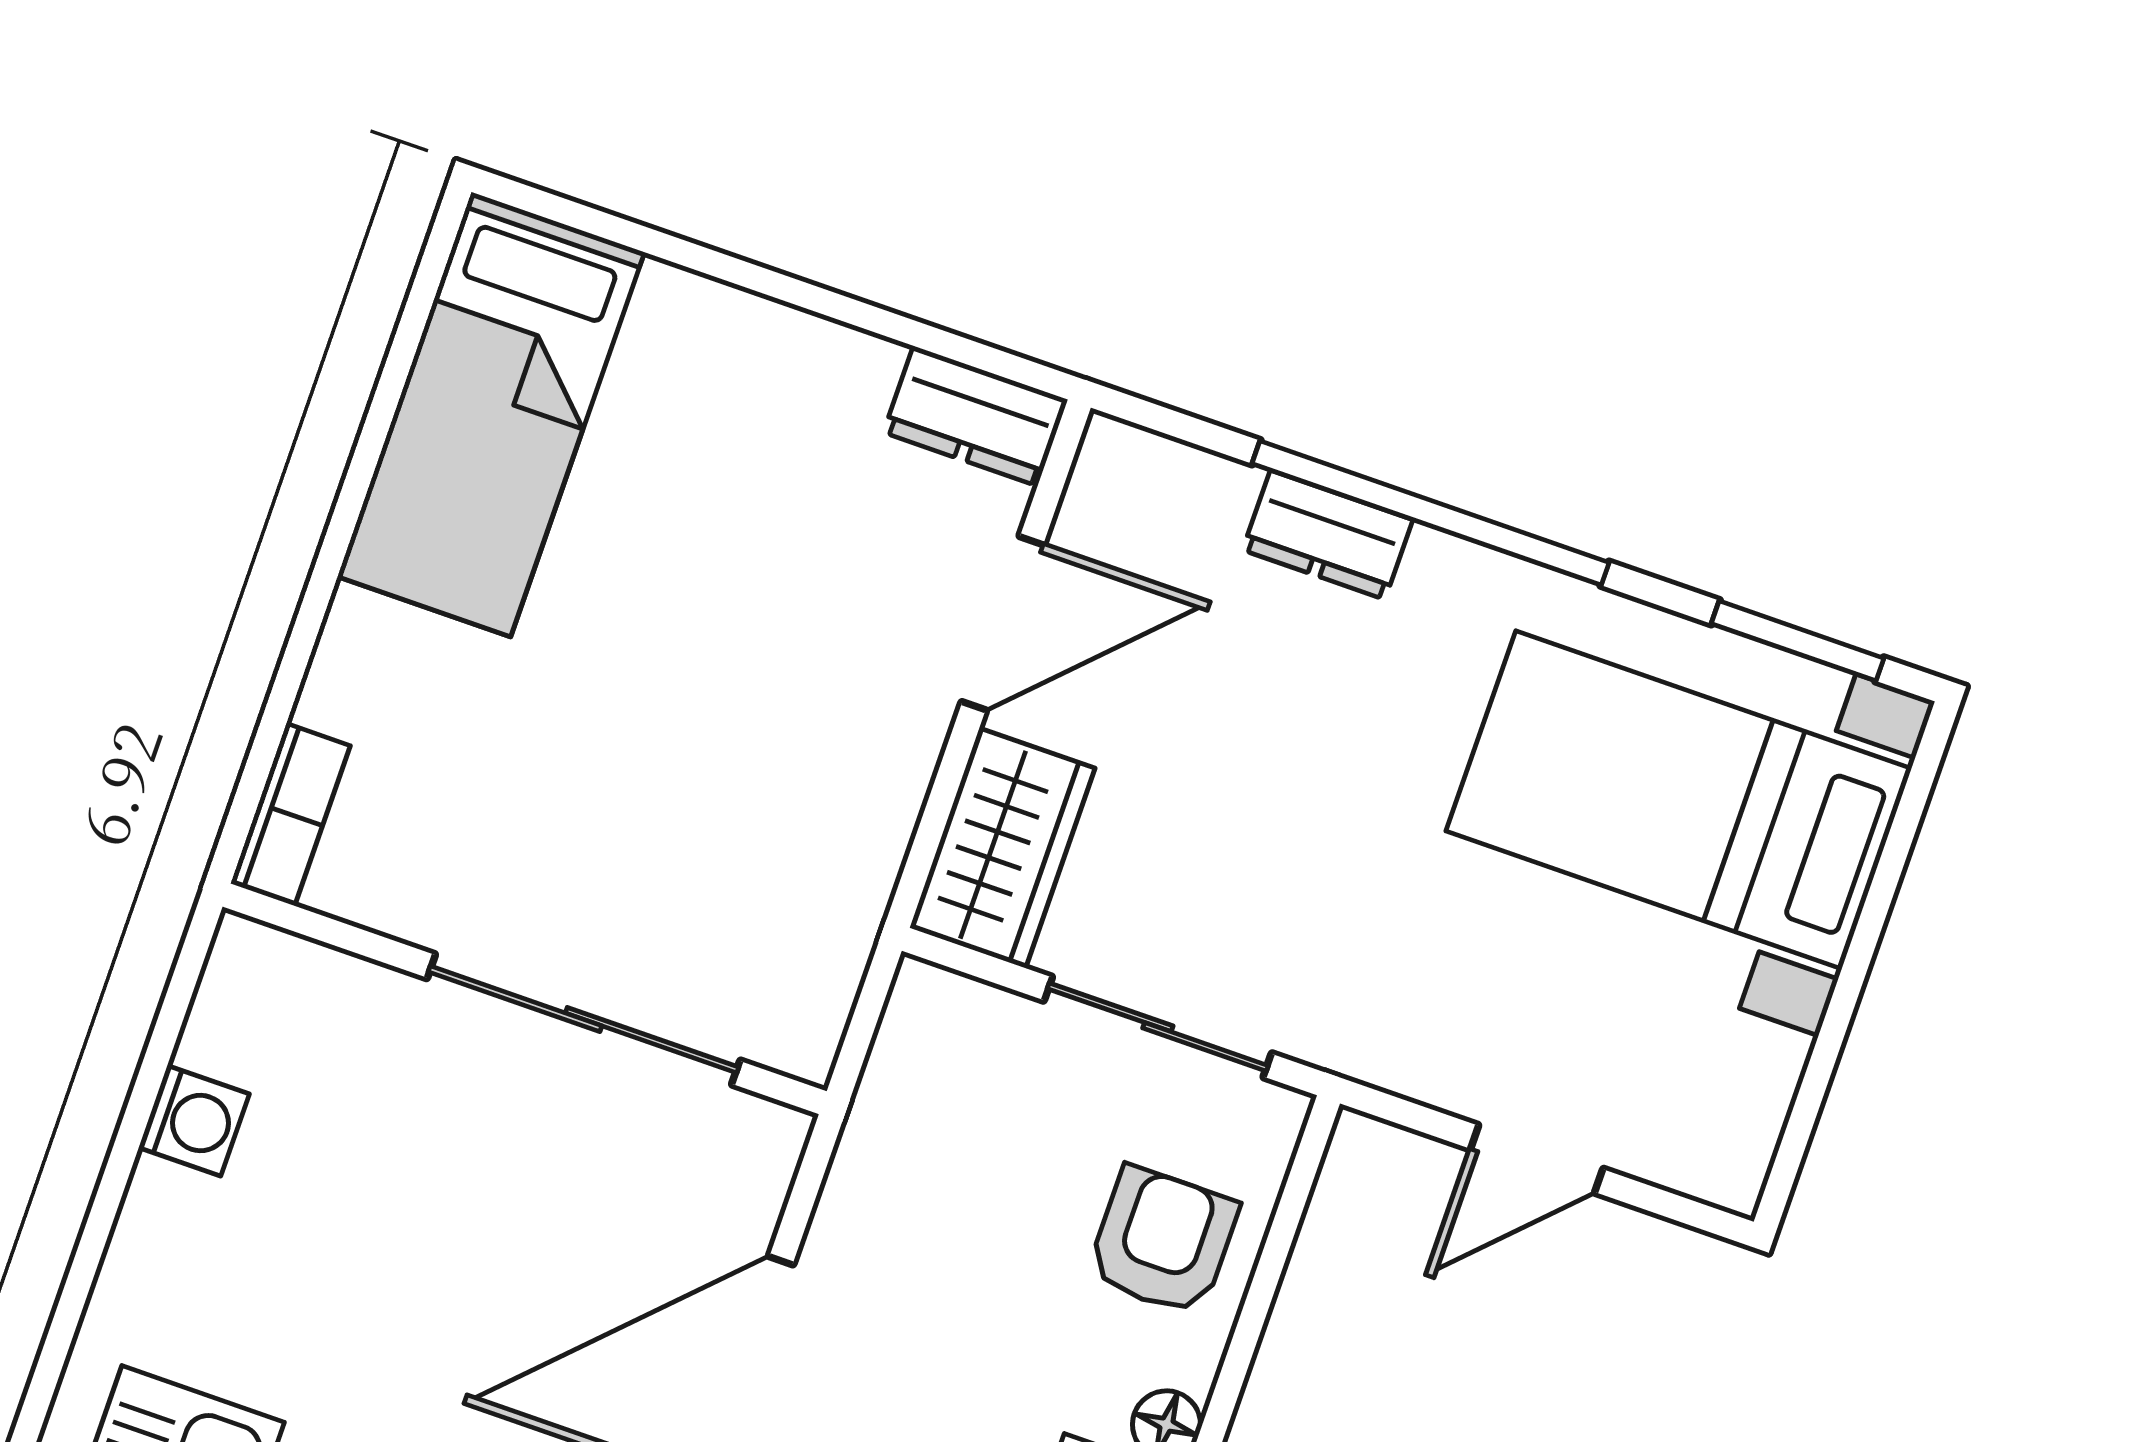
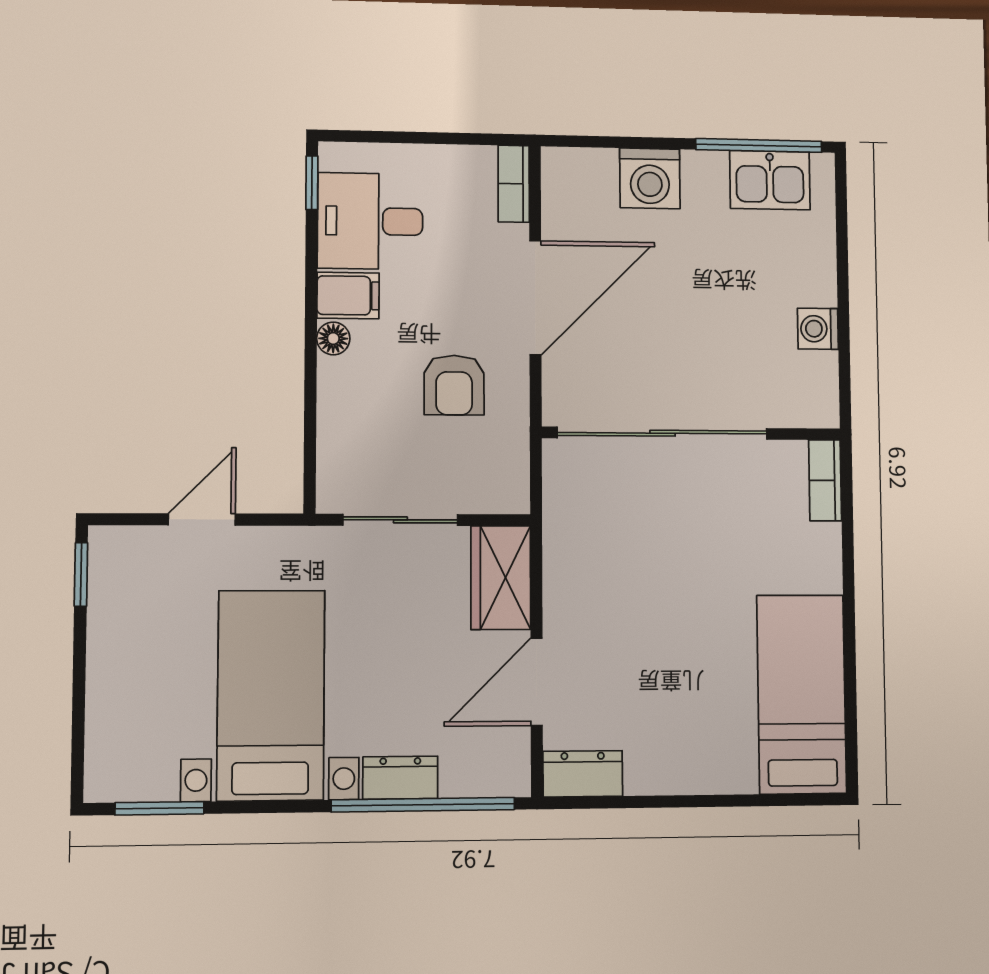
window: (1430, 513) -> (423, 805), moved
bed with nightstands: (1679, 800) -> (271, 695), moved, turned -90
sliding door: (584, 1019) -> (663, 433), width x1.36
window: (1798, 1133) -> (81, 574), added
armchair: (1163, 1241) -> (454, 385), moved

